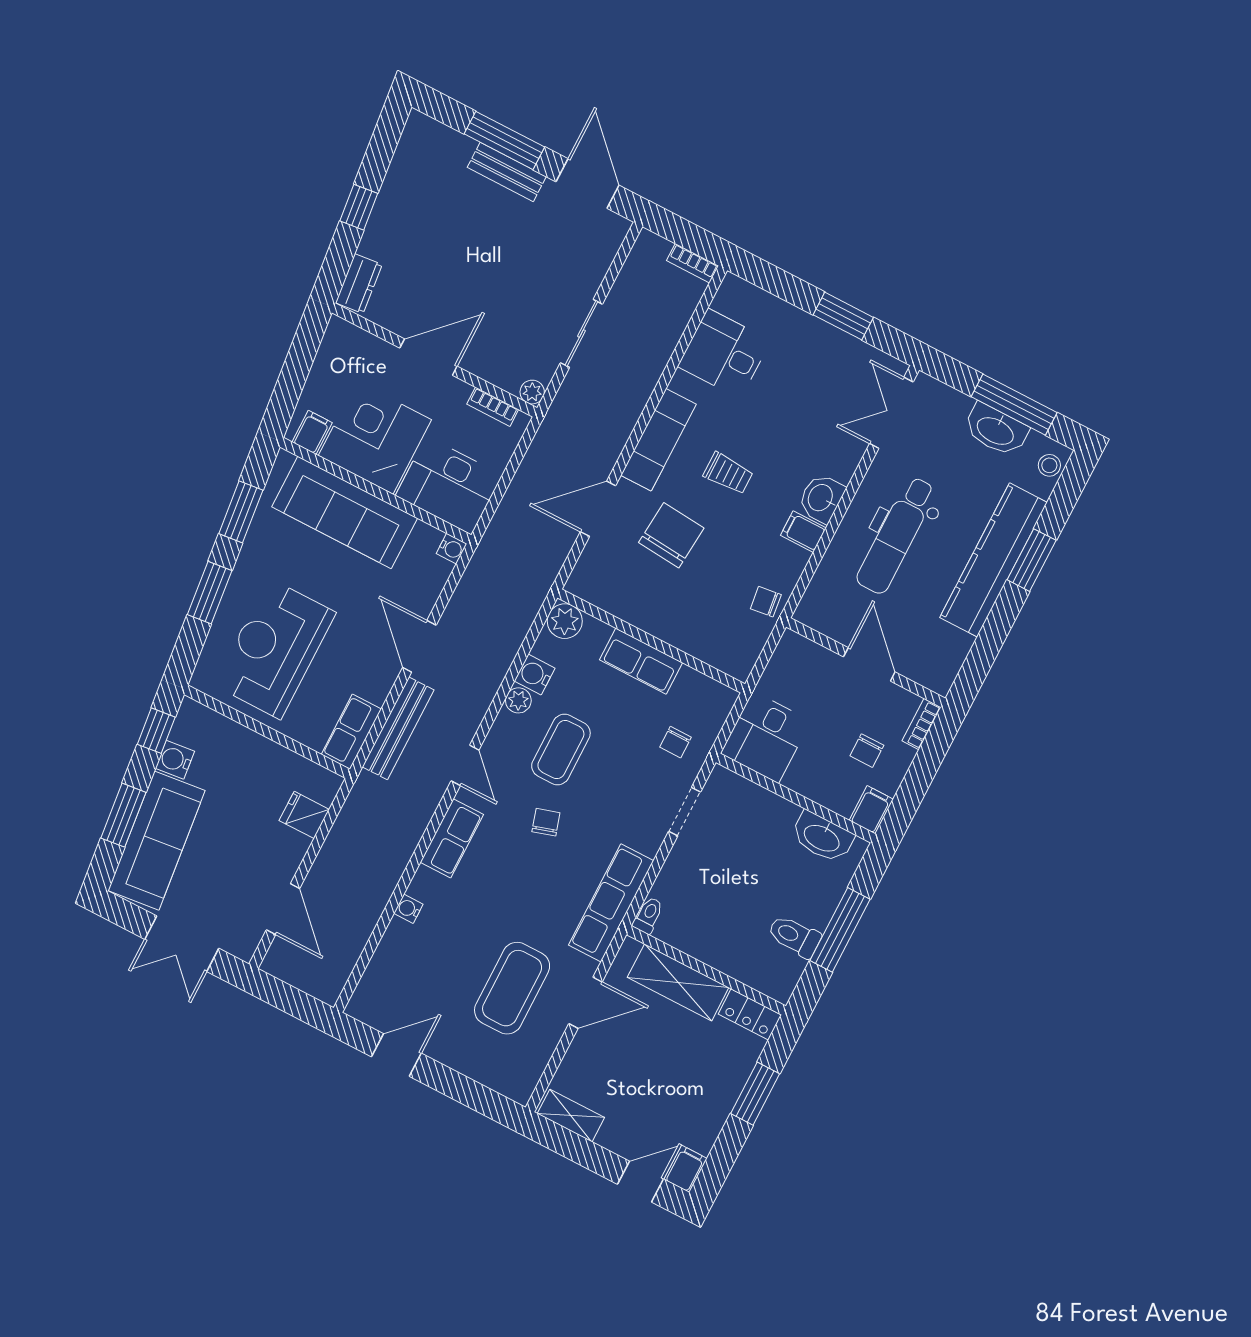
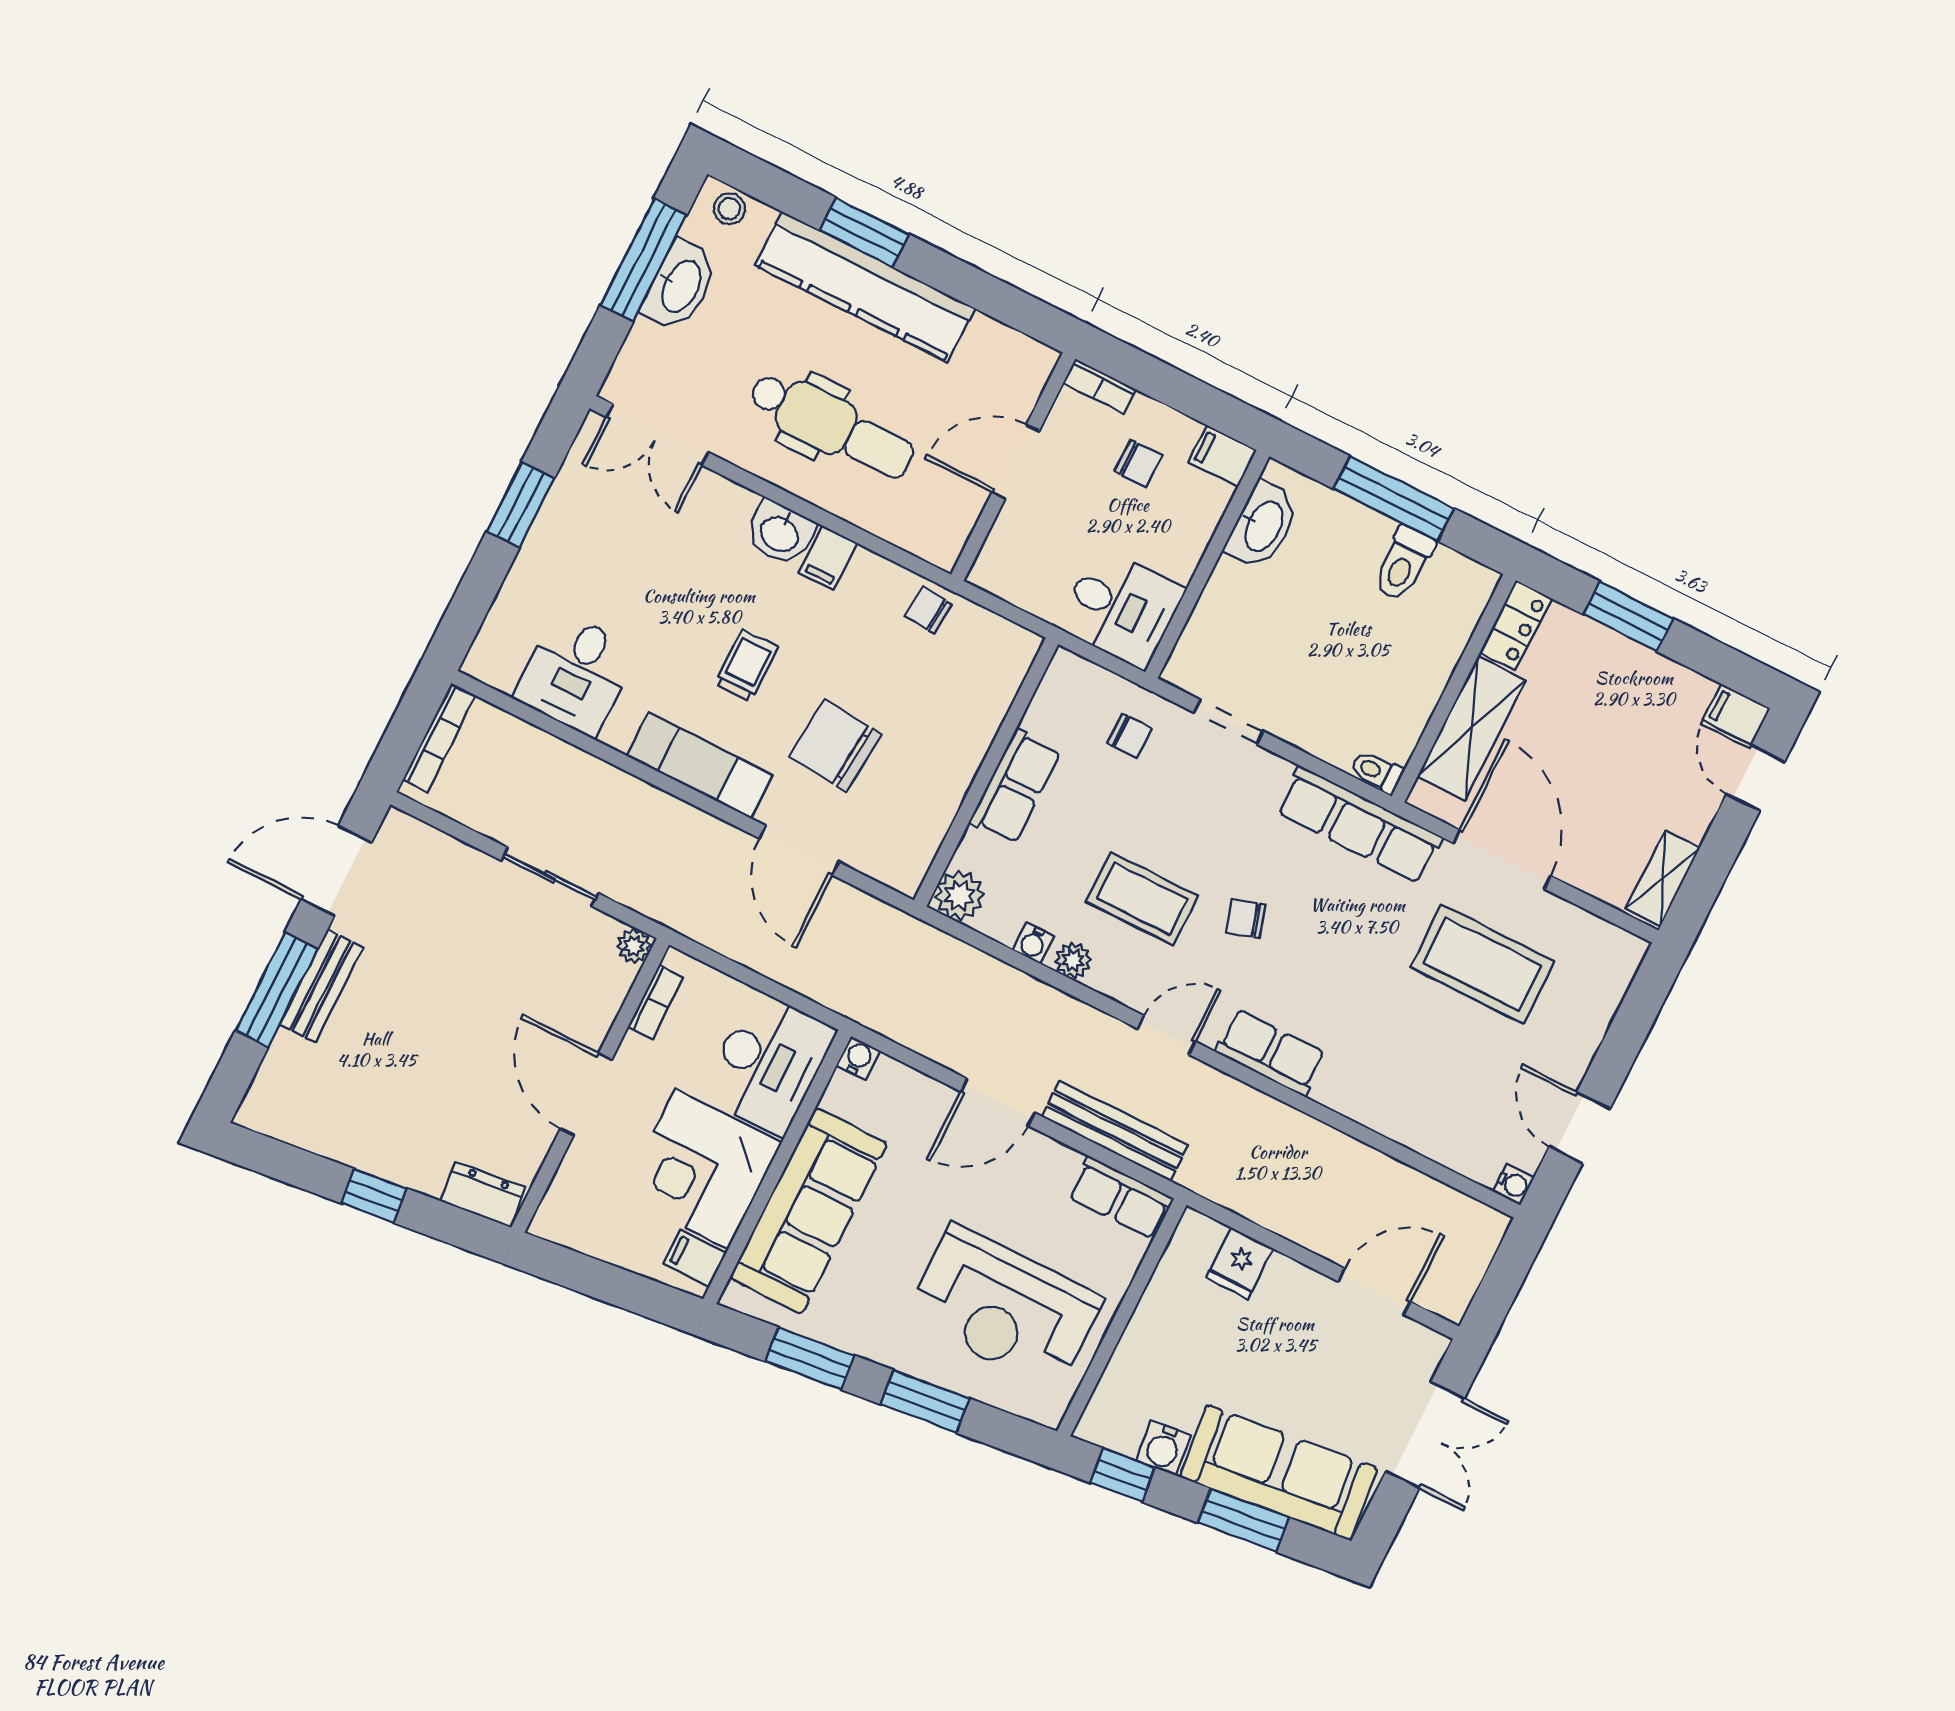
bookcase: (693, 263) -> (439, 737), width x1.56
chair: (766, 602) -> (928, 610), turned 102
water cooler: (535, 675) -> (1033, 943), width x0.72, depth x0.72
water cooler: (408, 909) -> (1513, 1184), moved, turned -90
door: (585, 1003) -> (1502, 859), width x1.36

